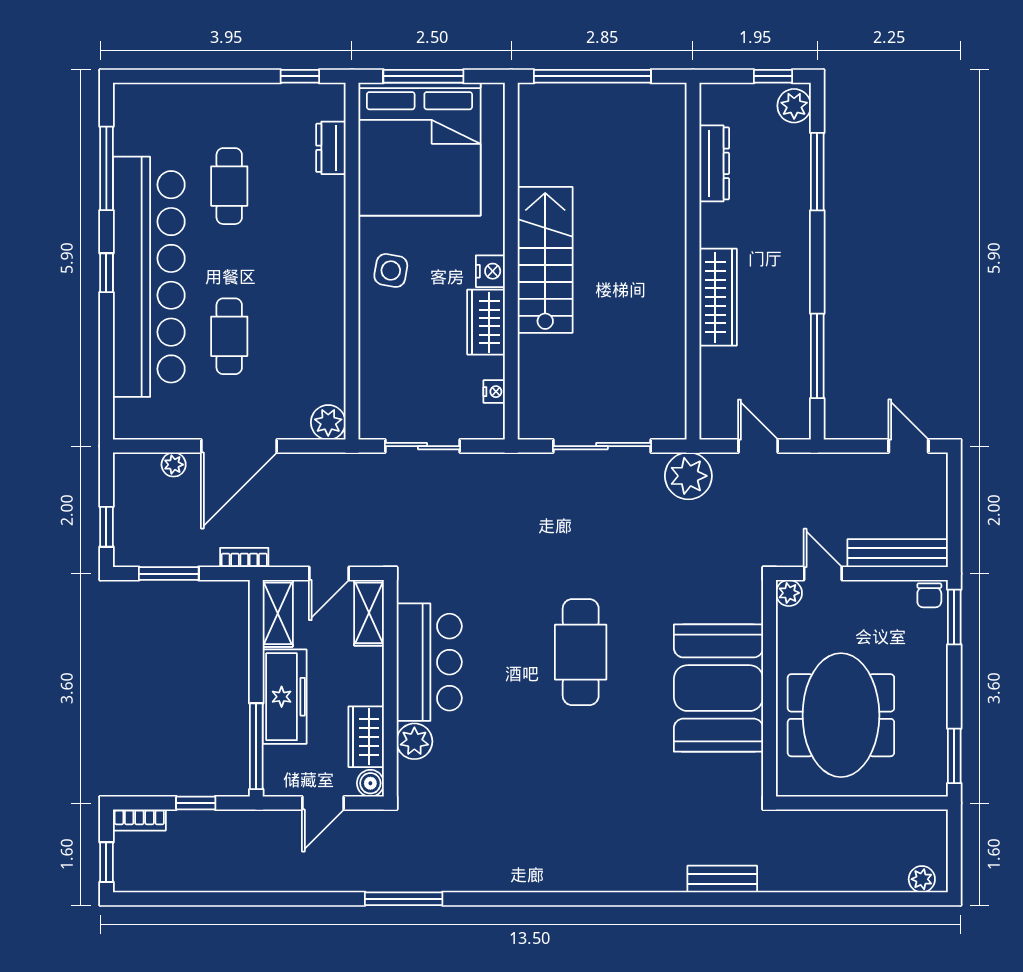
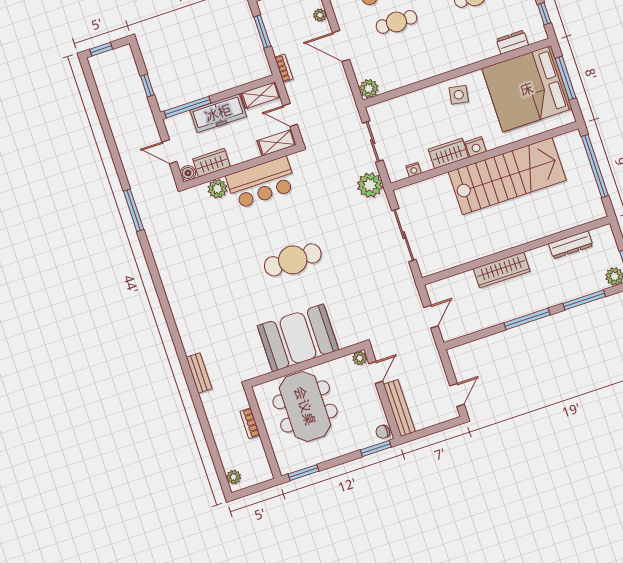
stairs: (545, 260) -> (507, 176), width x1.36, depth x1.51
window: (817, 356) -> (527, 319), moved
door: (239, 446) -> (341, 46), width x0.73
plant: (688, 476) -> (370, 185), moved
meeting table: (841, 715) -> (305, 406), turned 90
bookcase: (139, 820) -> (250, 423), moved

